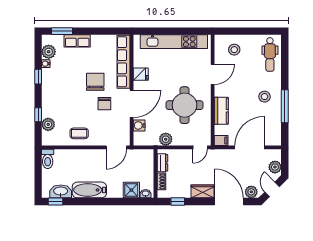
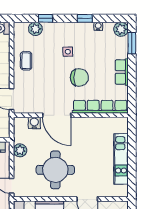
row of seats: (77, 41) -> (122, 72), moved
kitchen unit: (174, 42) -> (121, 159), width x0.73
plant: (49, 52) -> (121, 29), moved
fridge: (141, 74) -> (87, 125), removed
side table: (70, 93) -> (68, 52), added
chair: (104, 104) -> (57, 87), removed

